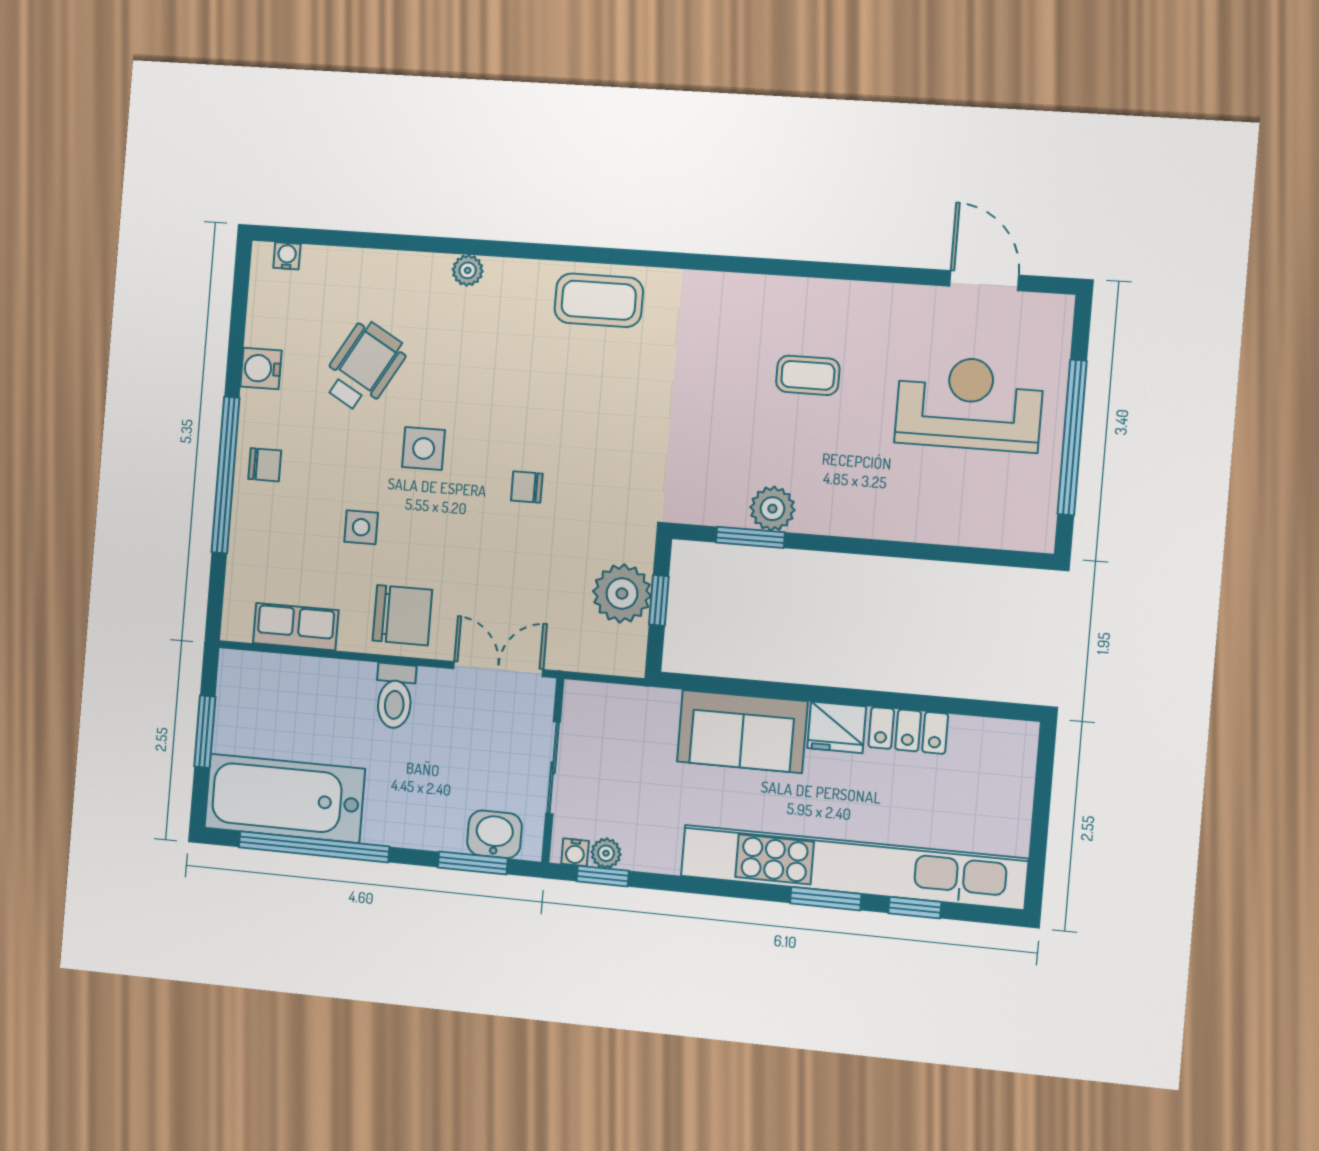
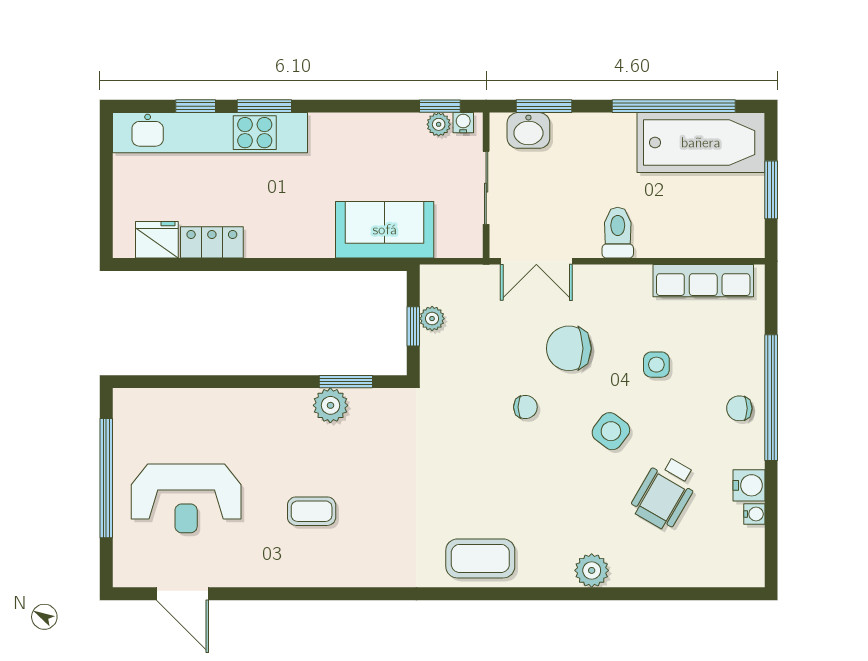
water cooler: (287, 256) -> (754, 514), moved, turned -90
plant: (468, 270) -> (592, 570), width x1.38, depth x1.38
side table: (424, 449) -> (611, 431), turned 37
plant: (622, 594) -> (432, 319), width x0.53, depth x0.53
chair: (402, 615) -> (569, 348), moved
row of seats: (296, 627) -> (703, 281), width x1.48
fridge: (837, 727) -> (157, 240), moved
sofa: (742, 731) -> (385, 230), moved
kitchen unit: (853, 867) -> (210, 133), width x0.73

